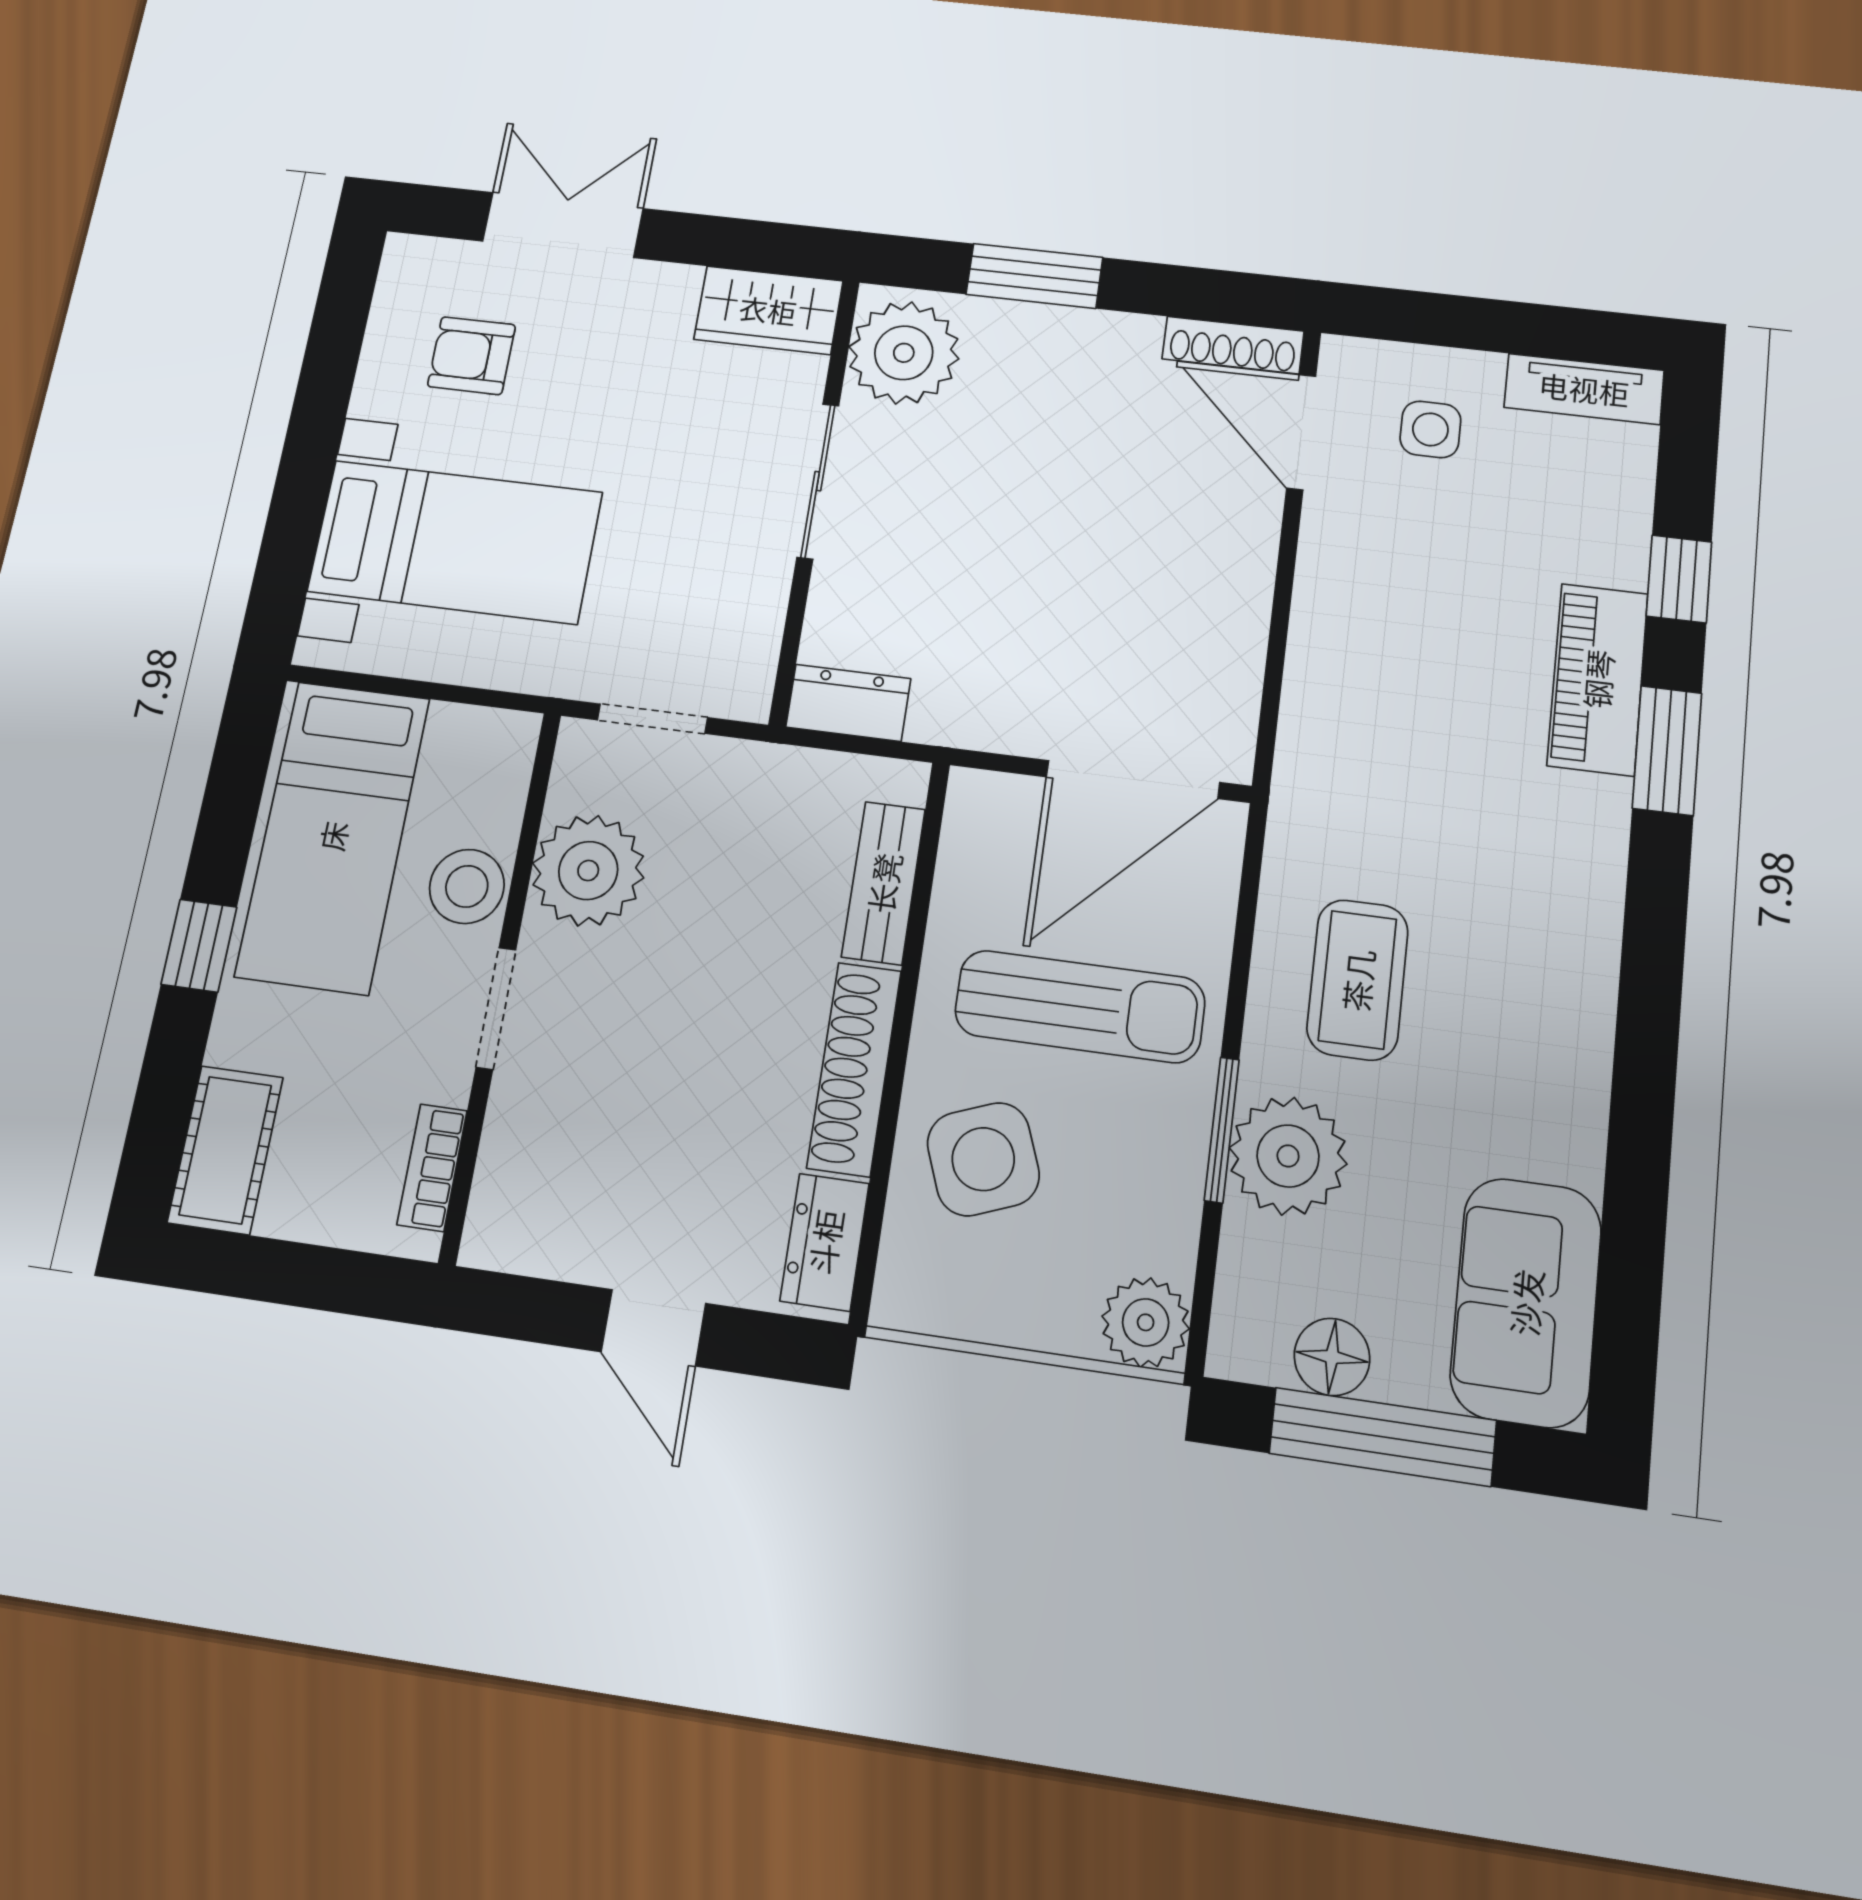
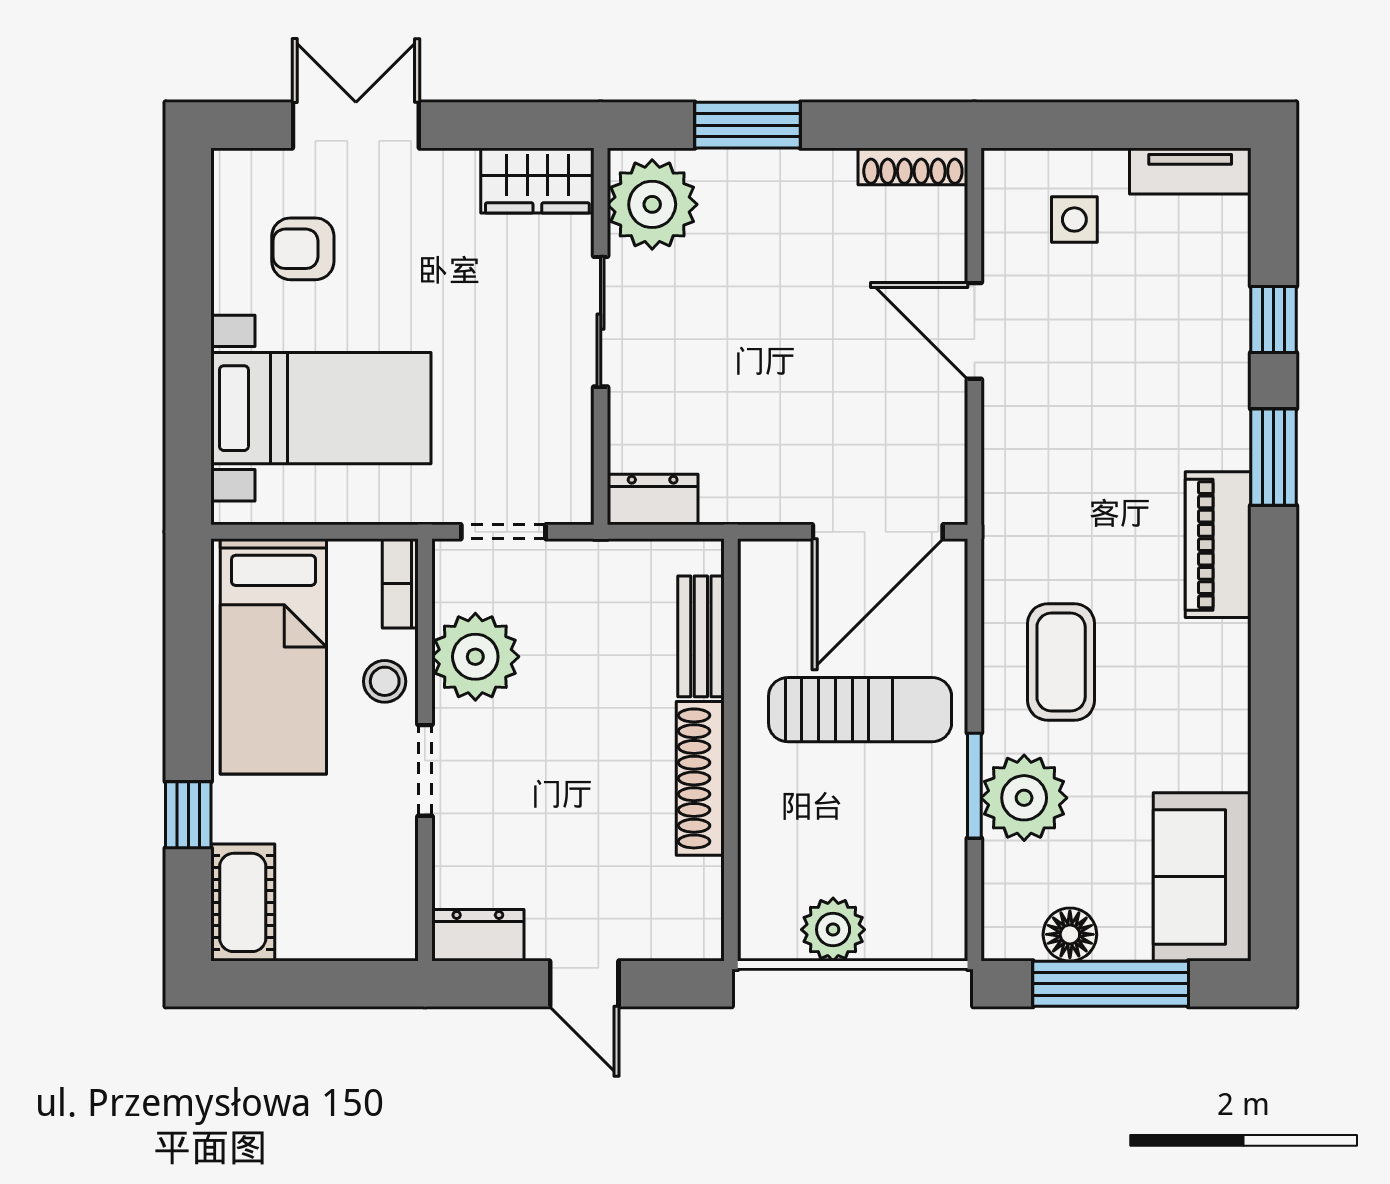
door: (1301, 432) -> (974, 331), moved
piano: (1598, 679) -> (1218, 545), moved
stool: (467, 886) -> (385, 681), width x0.73, depth x0.73
window: (199, 946) -> (188, 815), moved
side table: (983, 1159) -> (804, 831), removed
bookcase: (432, 1168) -> (400, 583), moved
dresser: (825, 1242) -> (478, 935), moved, turned 90
plant: (1146, 1322) -> (833, 930), moved

